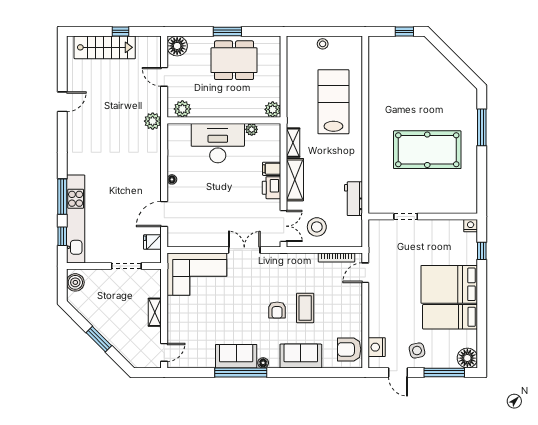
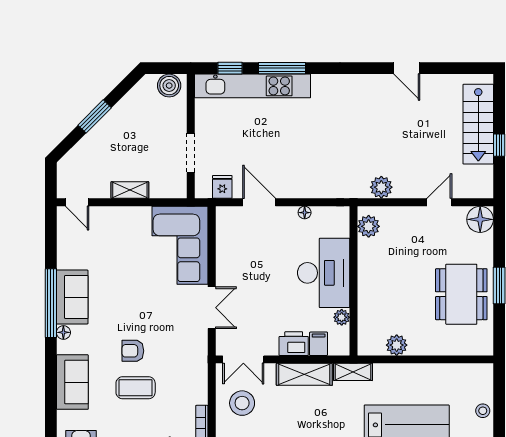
plant: (182, 109) -> (369, 226), moved
wall: (224, 120) -> (354, 281), moved
plant: (252, 129) -> (342, 317), moved
desk: (218, 143) -> (324, 273), moved

